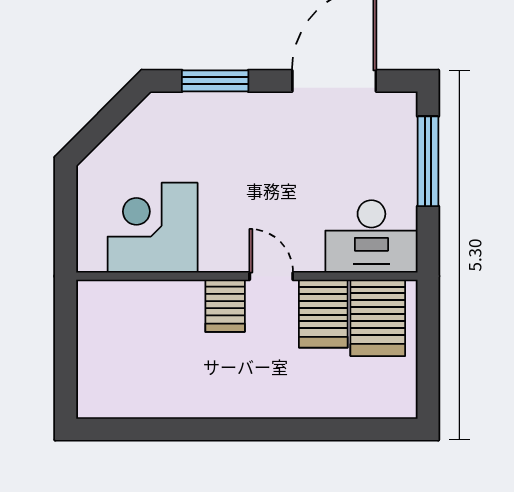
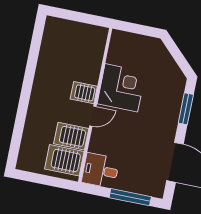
corner desk: (153, 228) -> (121, 88), moved
desk: (371, 236) -> (100, 170), width x0.73

